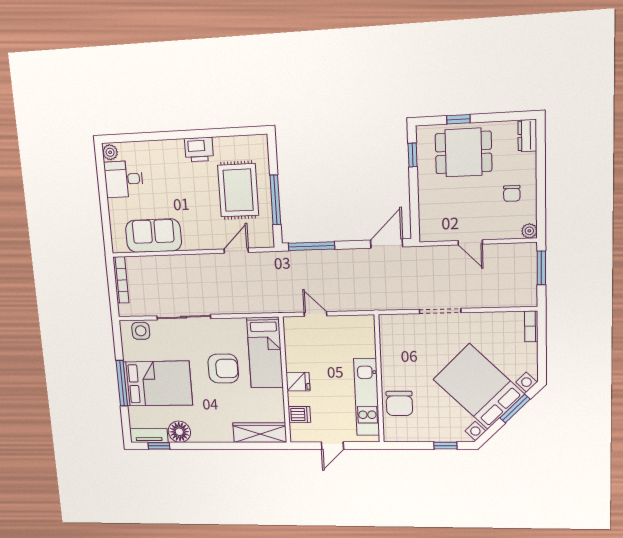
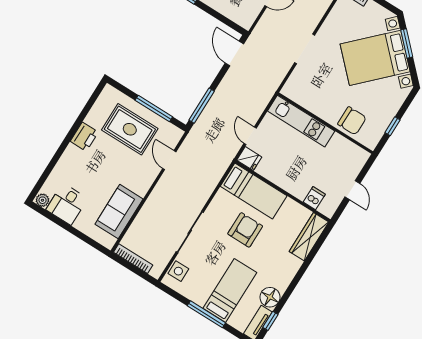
door: (316, 314) -> (250, 136), hinge flipped
fridge: (298, 382) -> (249, 159), moved, turned 90
bed: (158, 383) -> (230, 290), width x0.67
kitchen unit: (367, 397) -> (301, 121), moved
window: (445, 446) -> (393, 126), moved

